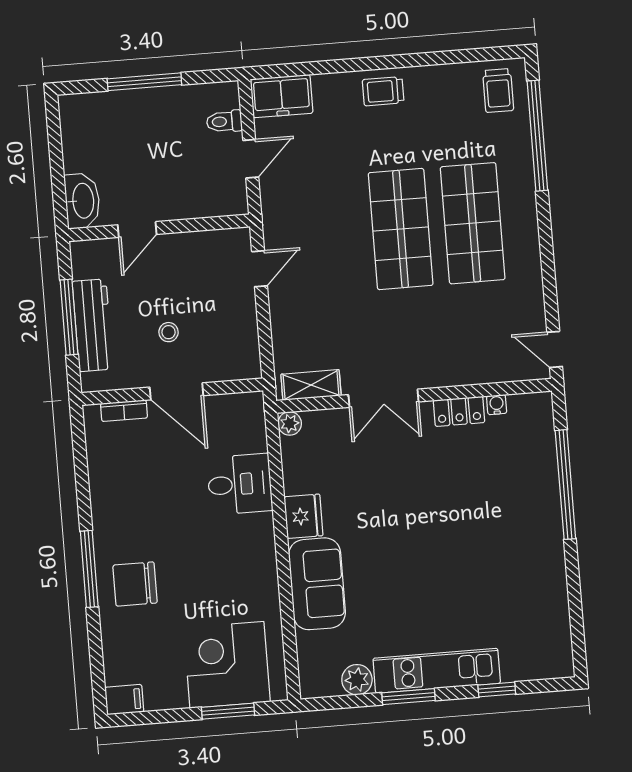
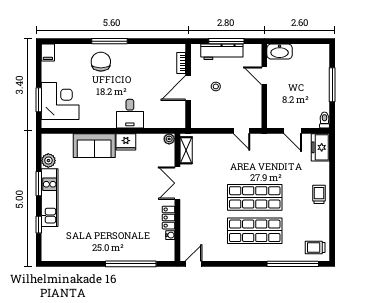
toilet: (224, 121) -> (324, 120), moved
desk: (240, 484) -> (130, 114), moved

